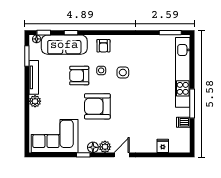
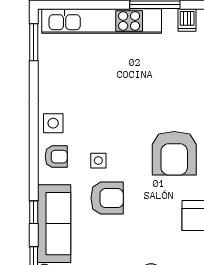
side table: (123, 72) -> (53, 123), moved
armchair: (79, 76) -> (107, 198), turned -90
armchair: (97, 106) -> (174, 153), moved

